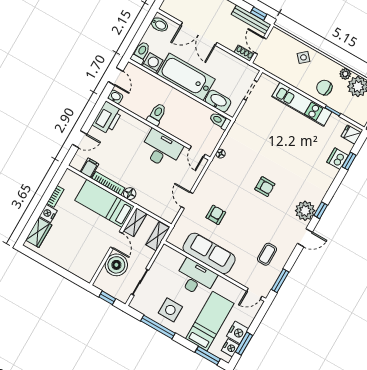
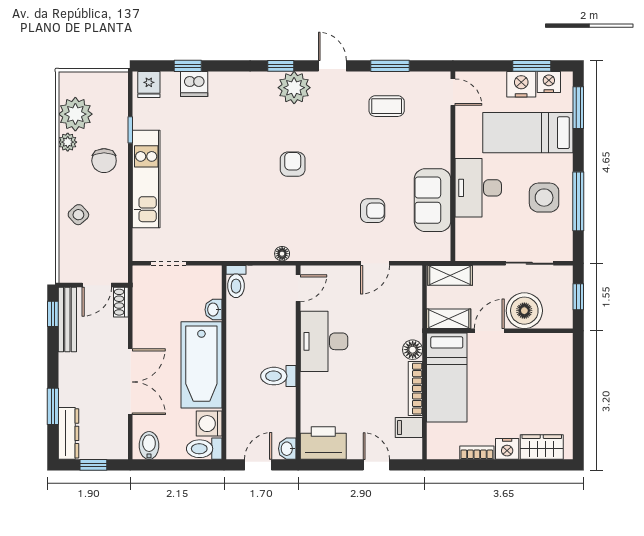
washbasin: (218, 101) -> (213, 310), width x0.52, depth x0.69
armchair: (216, 215) -> (373, 211), turned 180
sofa: (209, 253) -> (433, 200), width x0.73
window: (280, 281) -> (390, 66), moved

